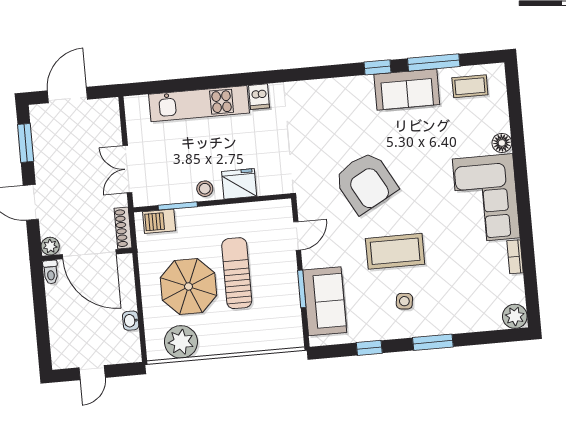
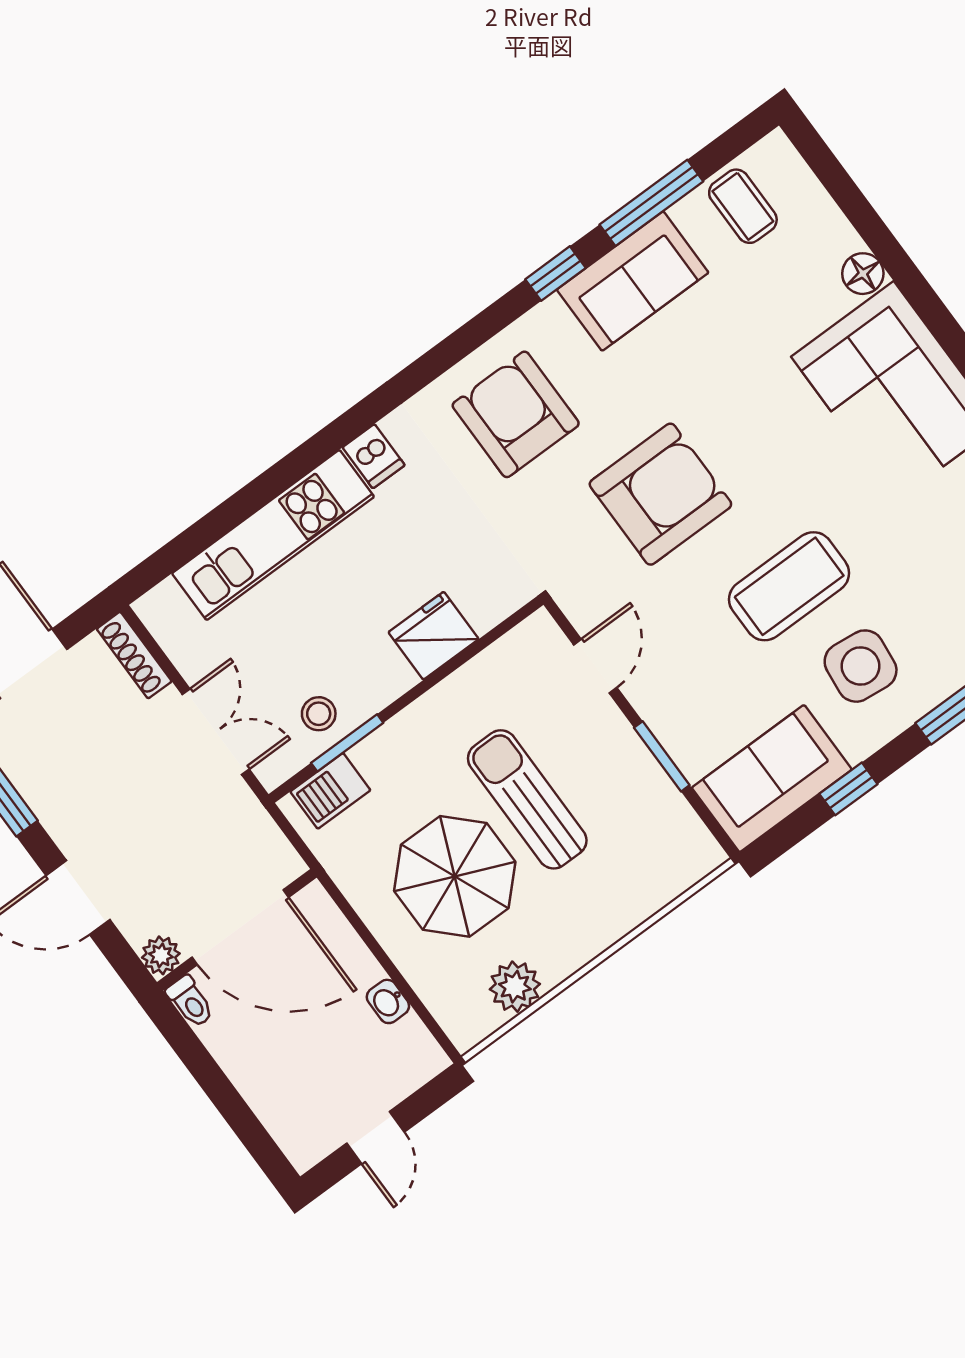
coffee table: (470, 86) -> (743, 206), turned 90
armchair: (327, 115) -> (516, 414), added
double door: (127, 169) -> (216, 732), swing flipped
armchair: (366, 182) -> (660, 494), turned -61
stool: (205, 189) -> (319, 714), moved
shoe rack: (123, 228) -> (134, 655), moved
sofa: (325, 301) -> (772, 779), moved, turned -90
side table: (404, 301) -> (861, 666), width x1.87, depth x1.87
plant: (181, 342) -> (515, 987), width x0.73, depth x0.73

